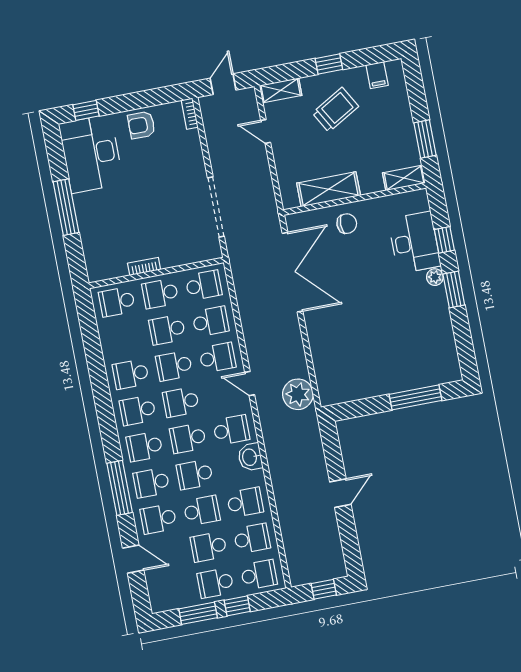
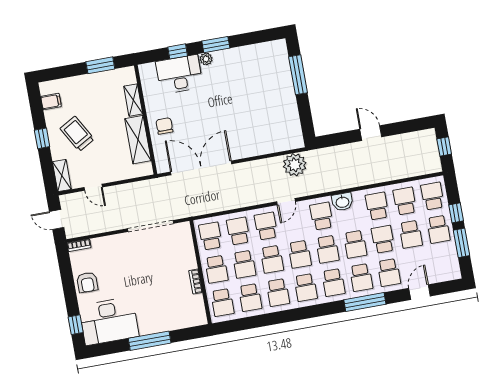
door: (266, 131) -> (93, 187), hinge flipped
shelving: (404, 178) -> (133, 100), moved
school desk: (124, 338) -> (250, 298), added

